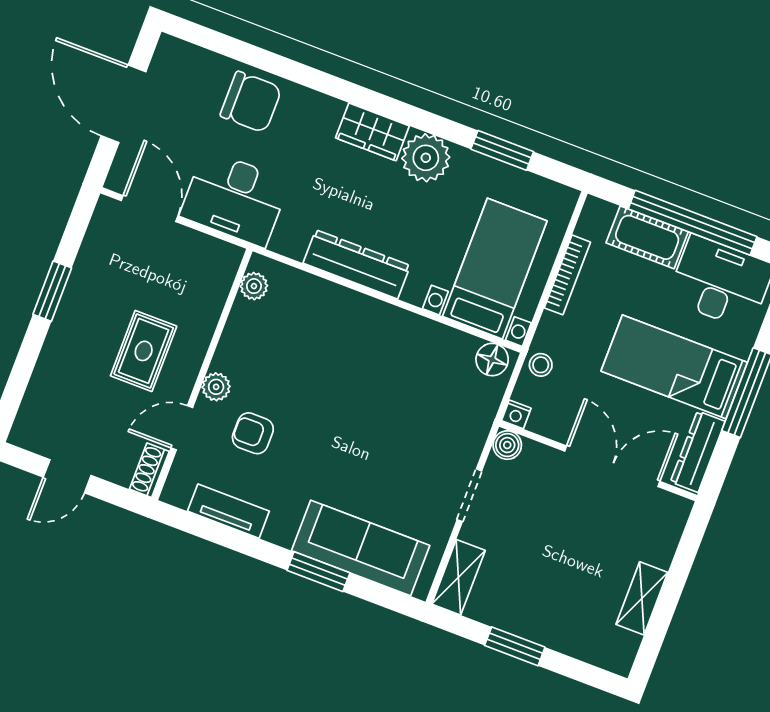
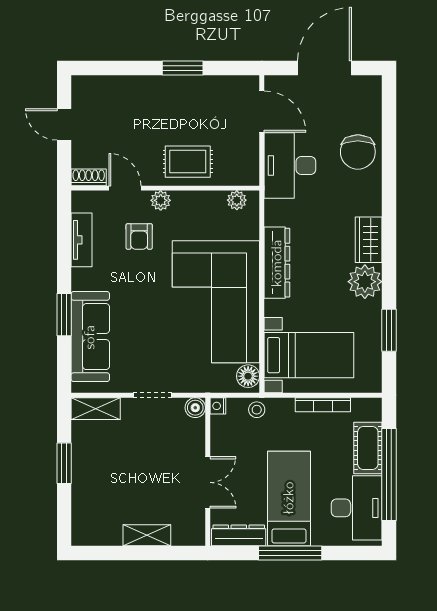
door: (149, 209) -> (262, 112), hinge flipped
rug: (144, 351) -> (188, 162), moved
corner sofa: (378, 365) -> (216, 302), added
armchair: (253, 433) -> (139, 236), turned 180
double door: (612, 466) -> (208, 482), width x0.73
shelving: (642, 598) -> (147, 535), moved

